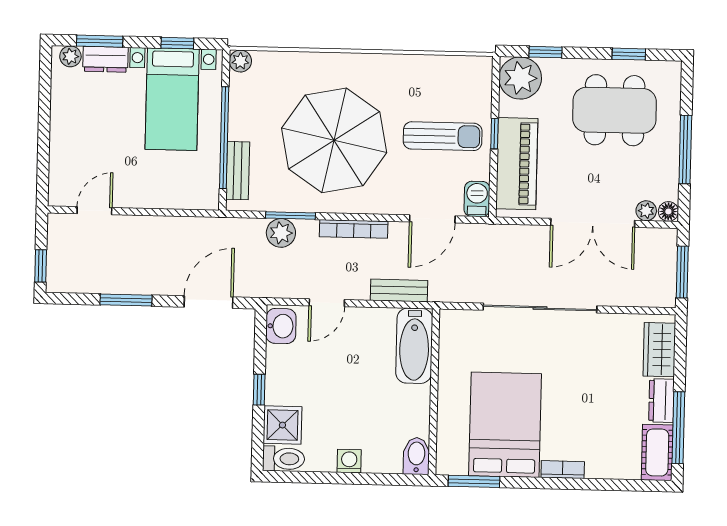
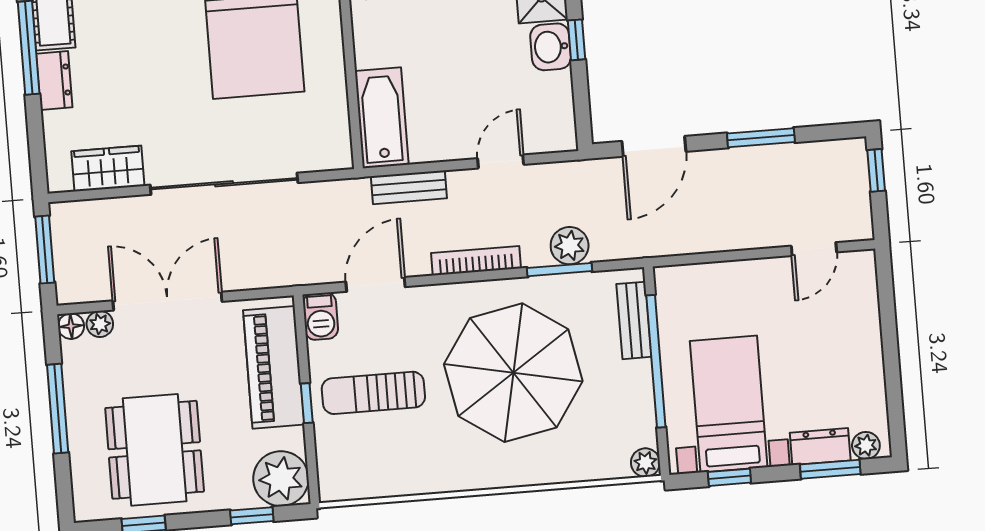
dining table: (614, 110) -> (155, 450), turned 90
washbasin: (281, 326) -> (551, 47), moved
wardrobe: (659, 350) -> (108, 169), moved, turned -90

